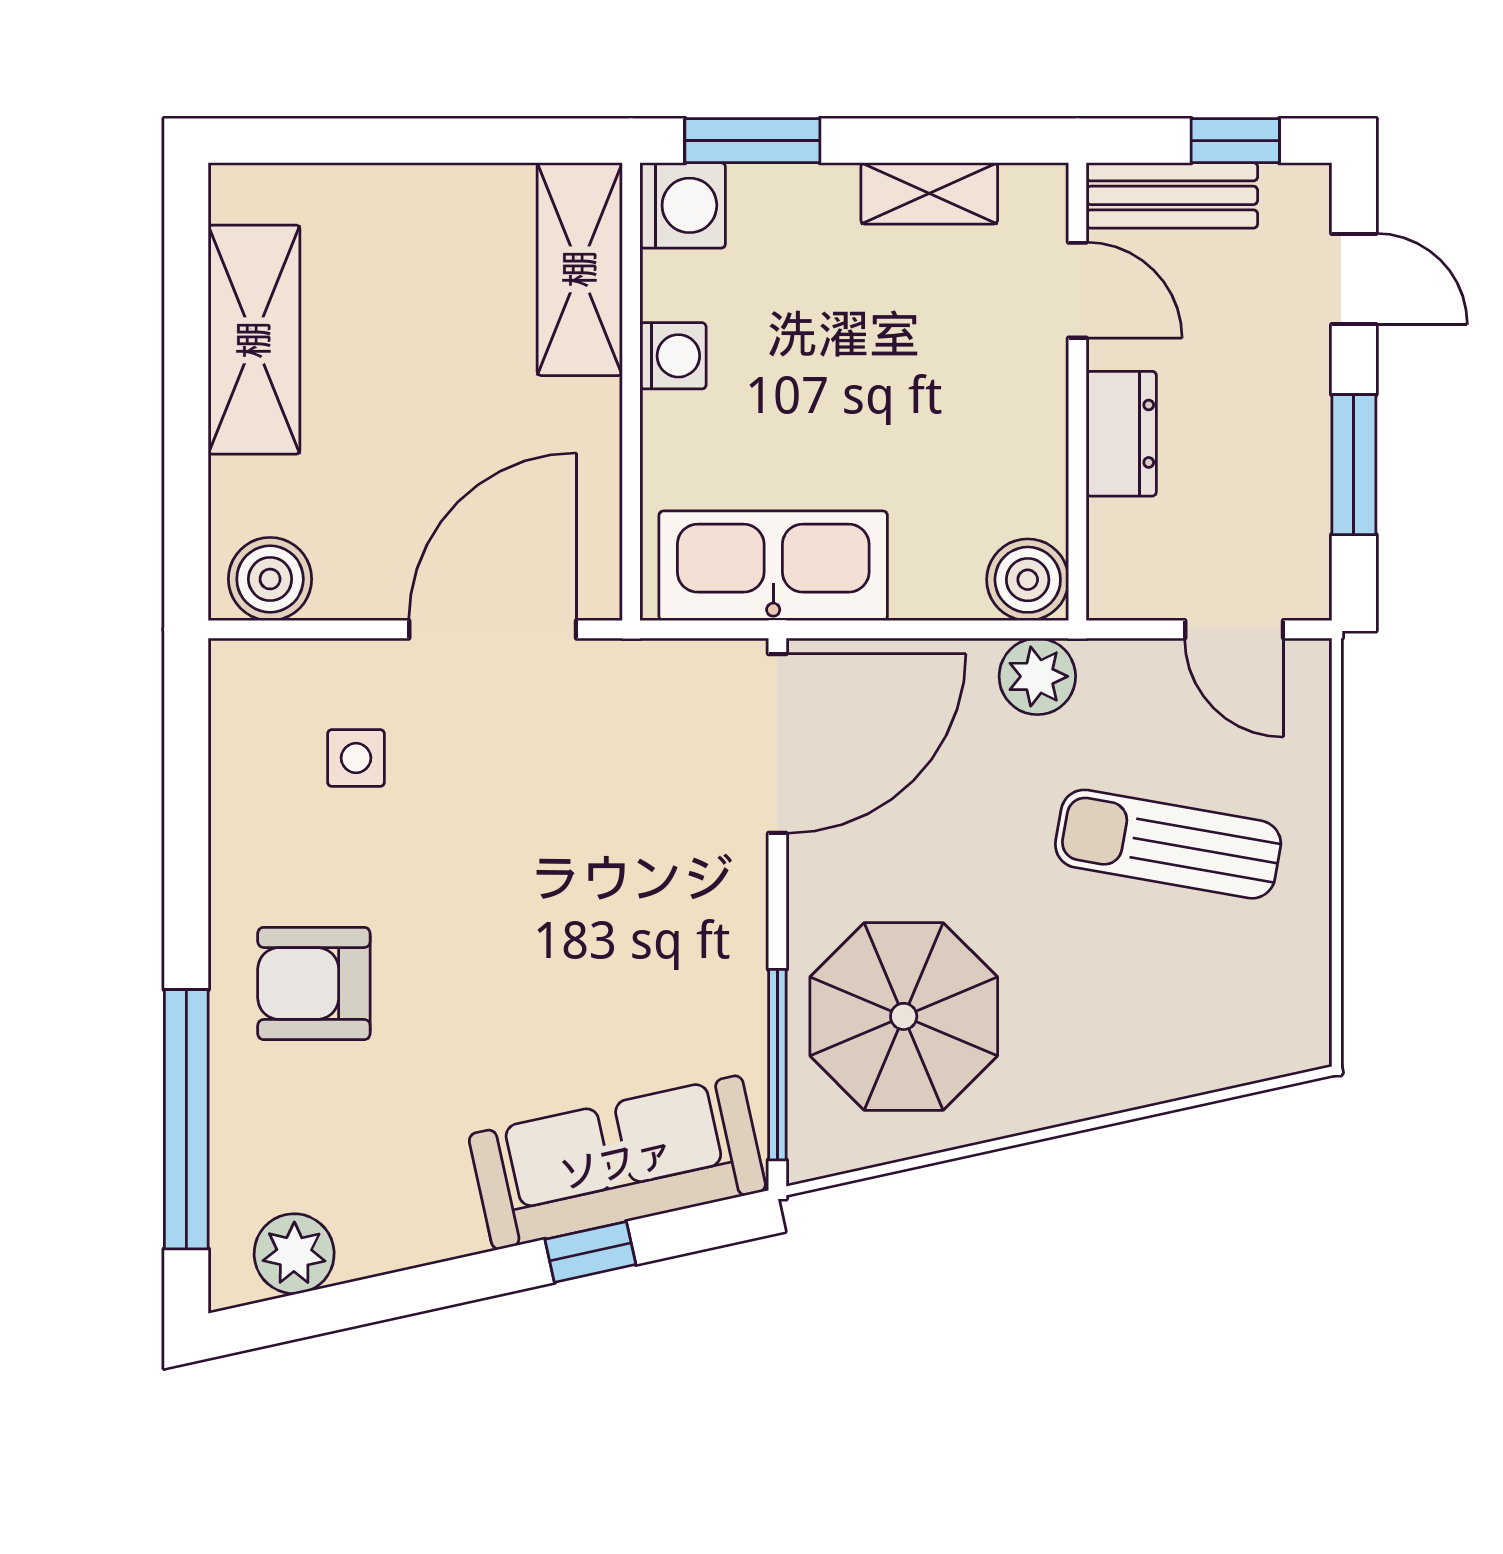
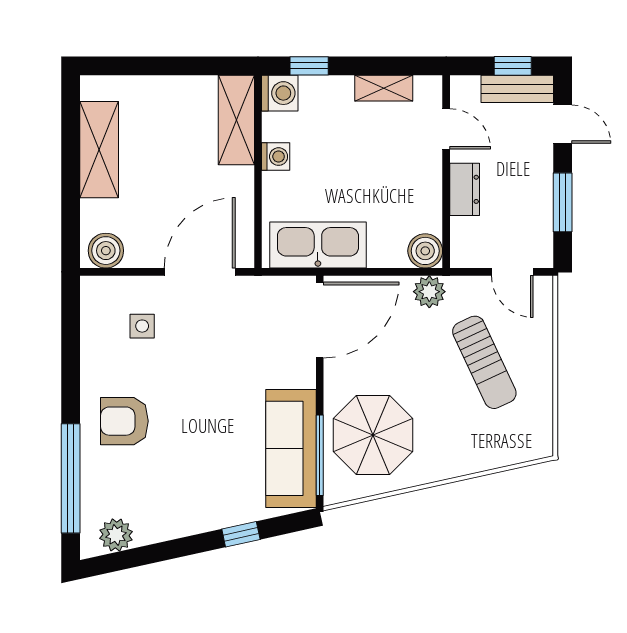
window: (752, 141) -> (309, 66), width x0.67
bench: (1172, 195) -> (517, 89), moved
sun lounger: (1168, 844) -> (484, 362), turned -125
sofa: (617, 1163) -> (291, 448), moved, turned -78

